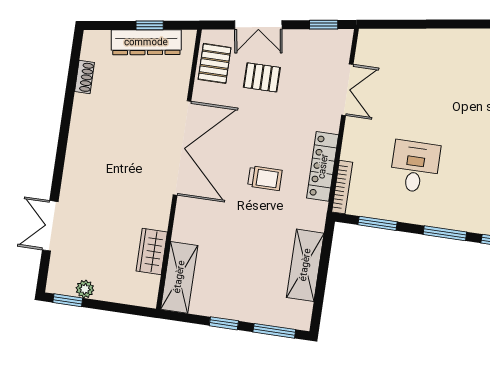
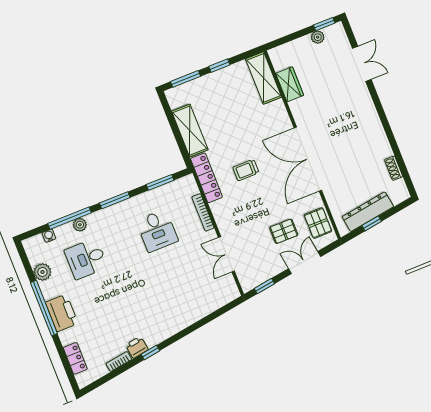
locker: (323, 166) -> (206, 178), moved
bookcase: (342, 187) -> (203, 212), moved

